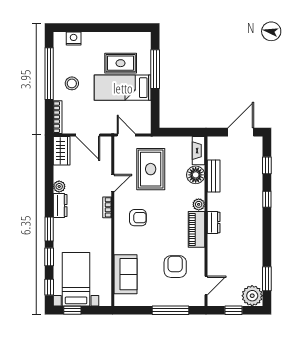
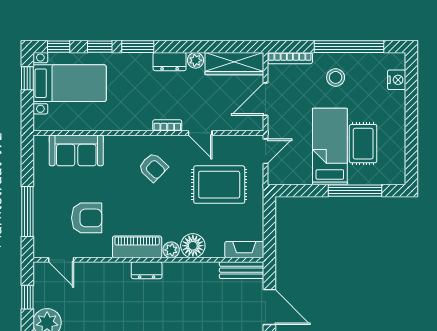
wardrobe: (62, 151) -> (234, 64), width x1.50
floor lamp: (196, 175) -> (193, 246), moved
bench: (214, 176) -> (242, 270), moved
armchair: (138, 218) -> (153, 167), turned -46

